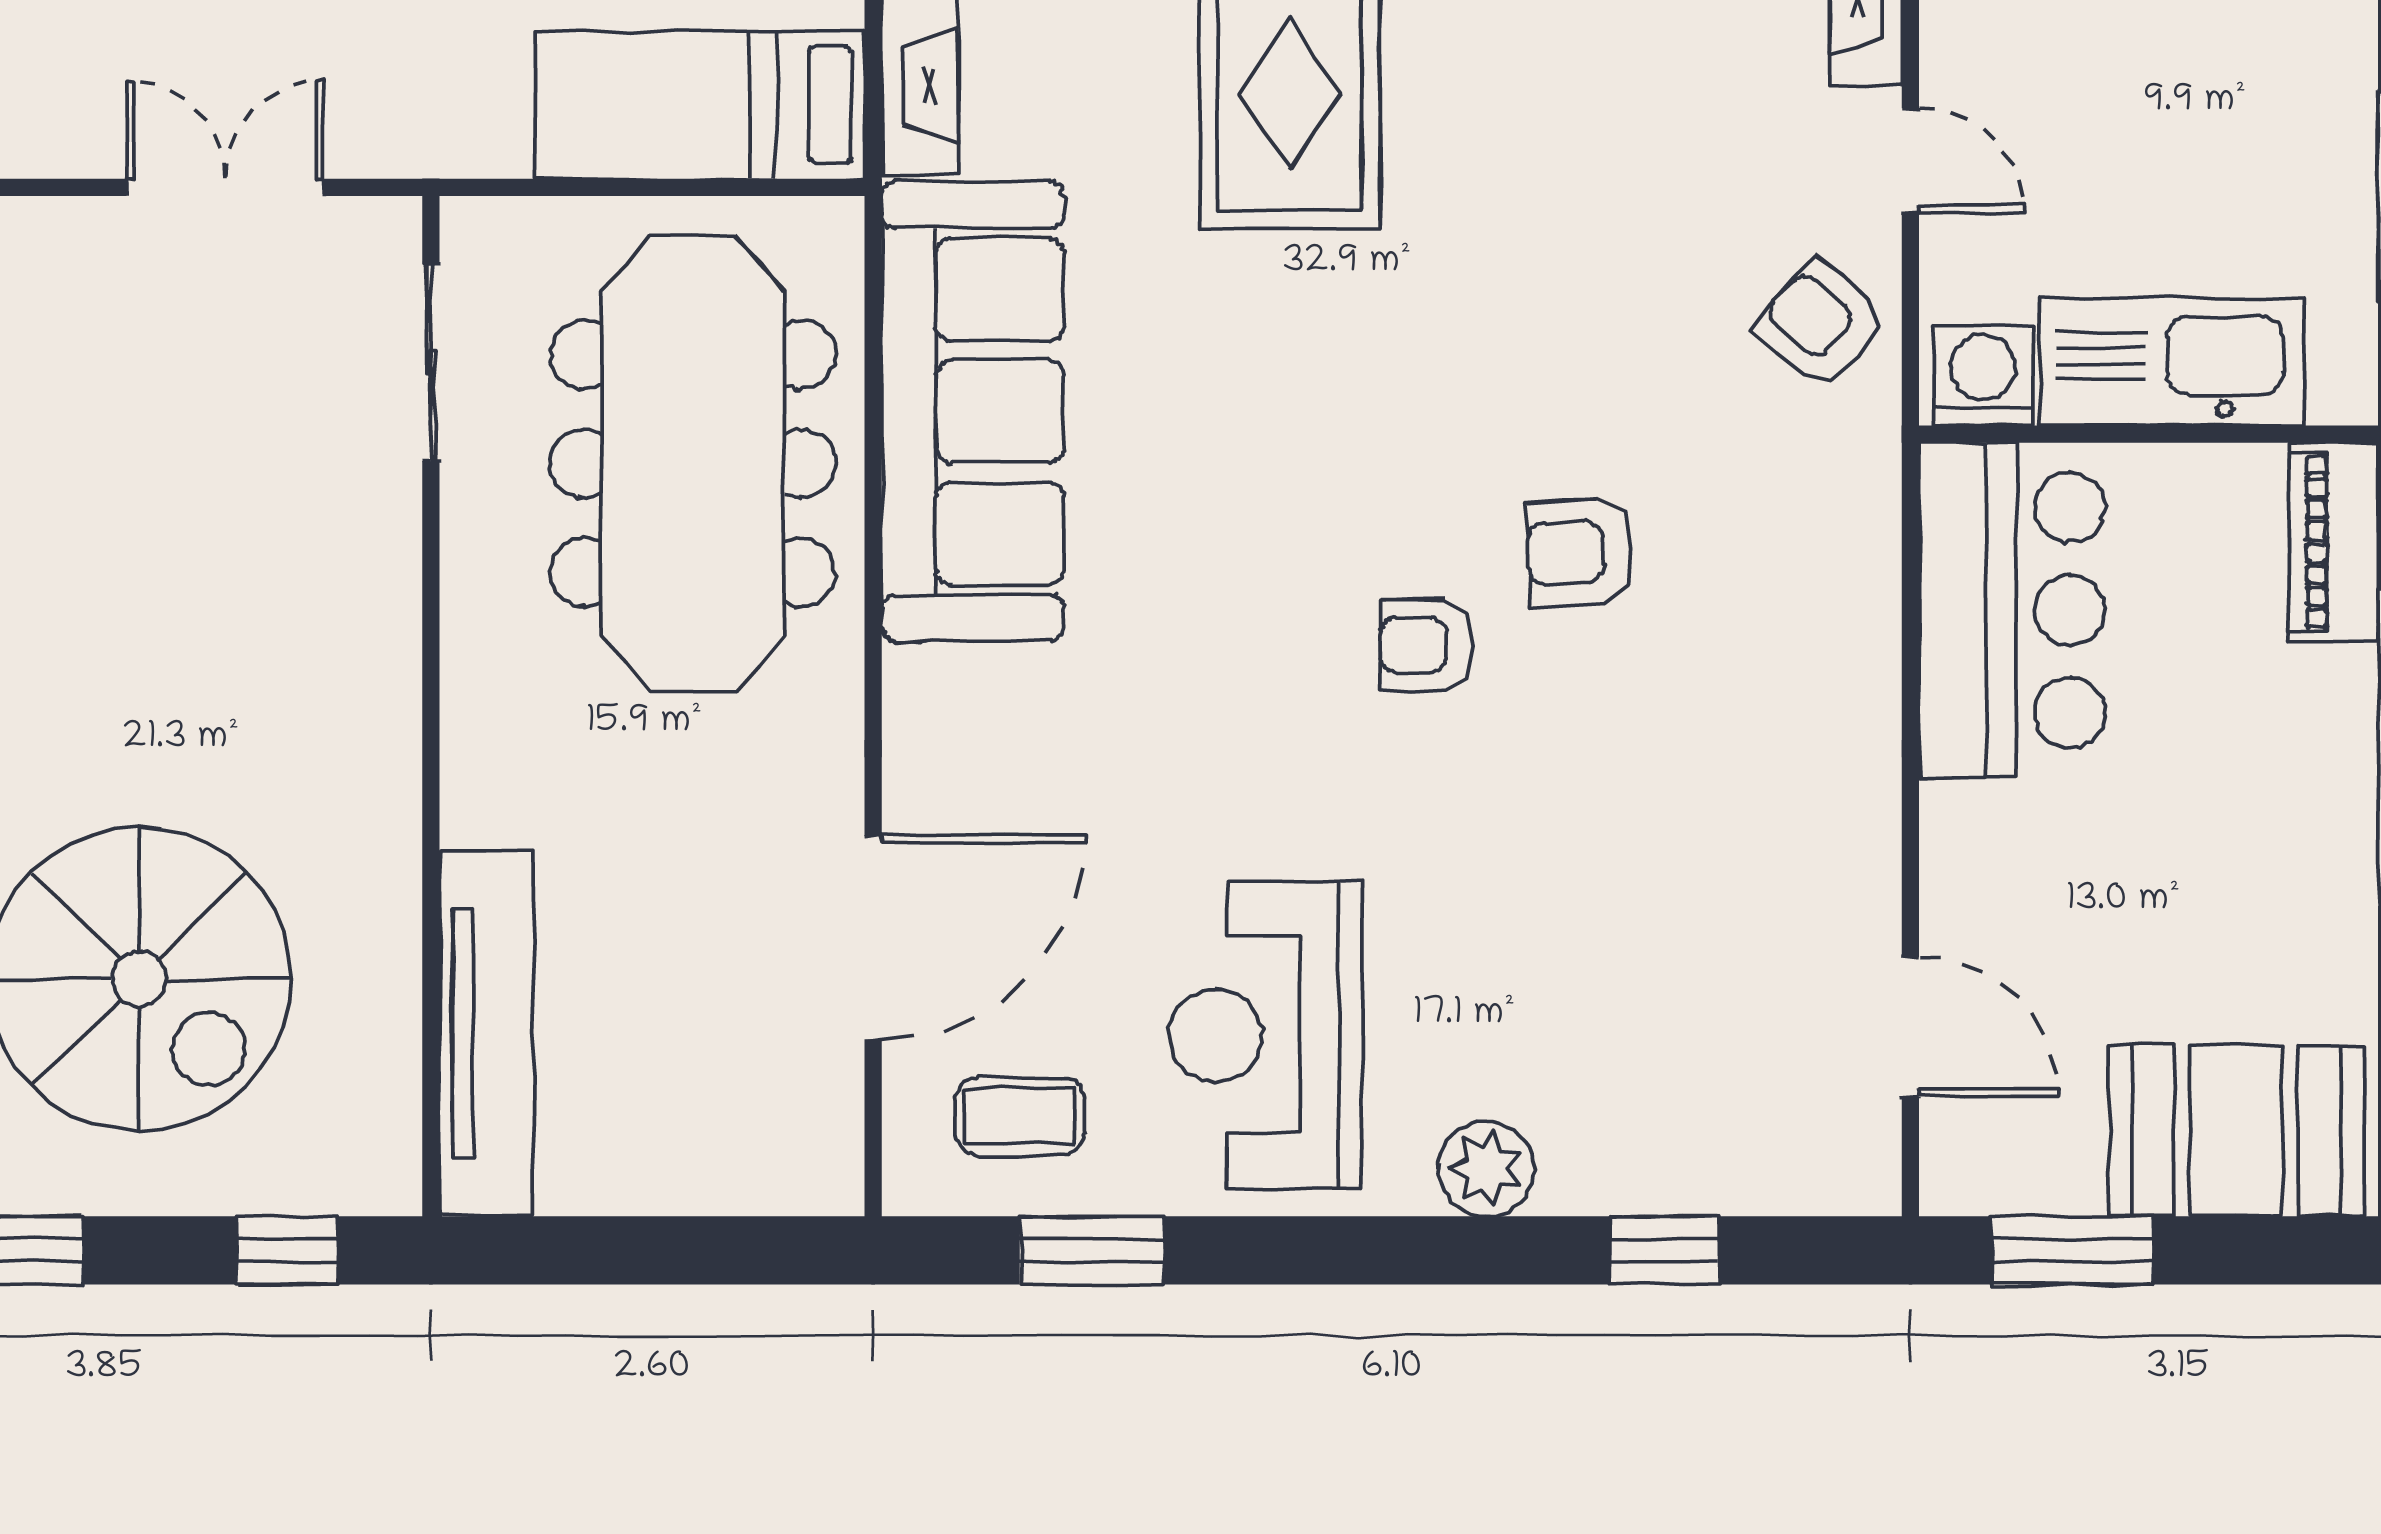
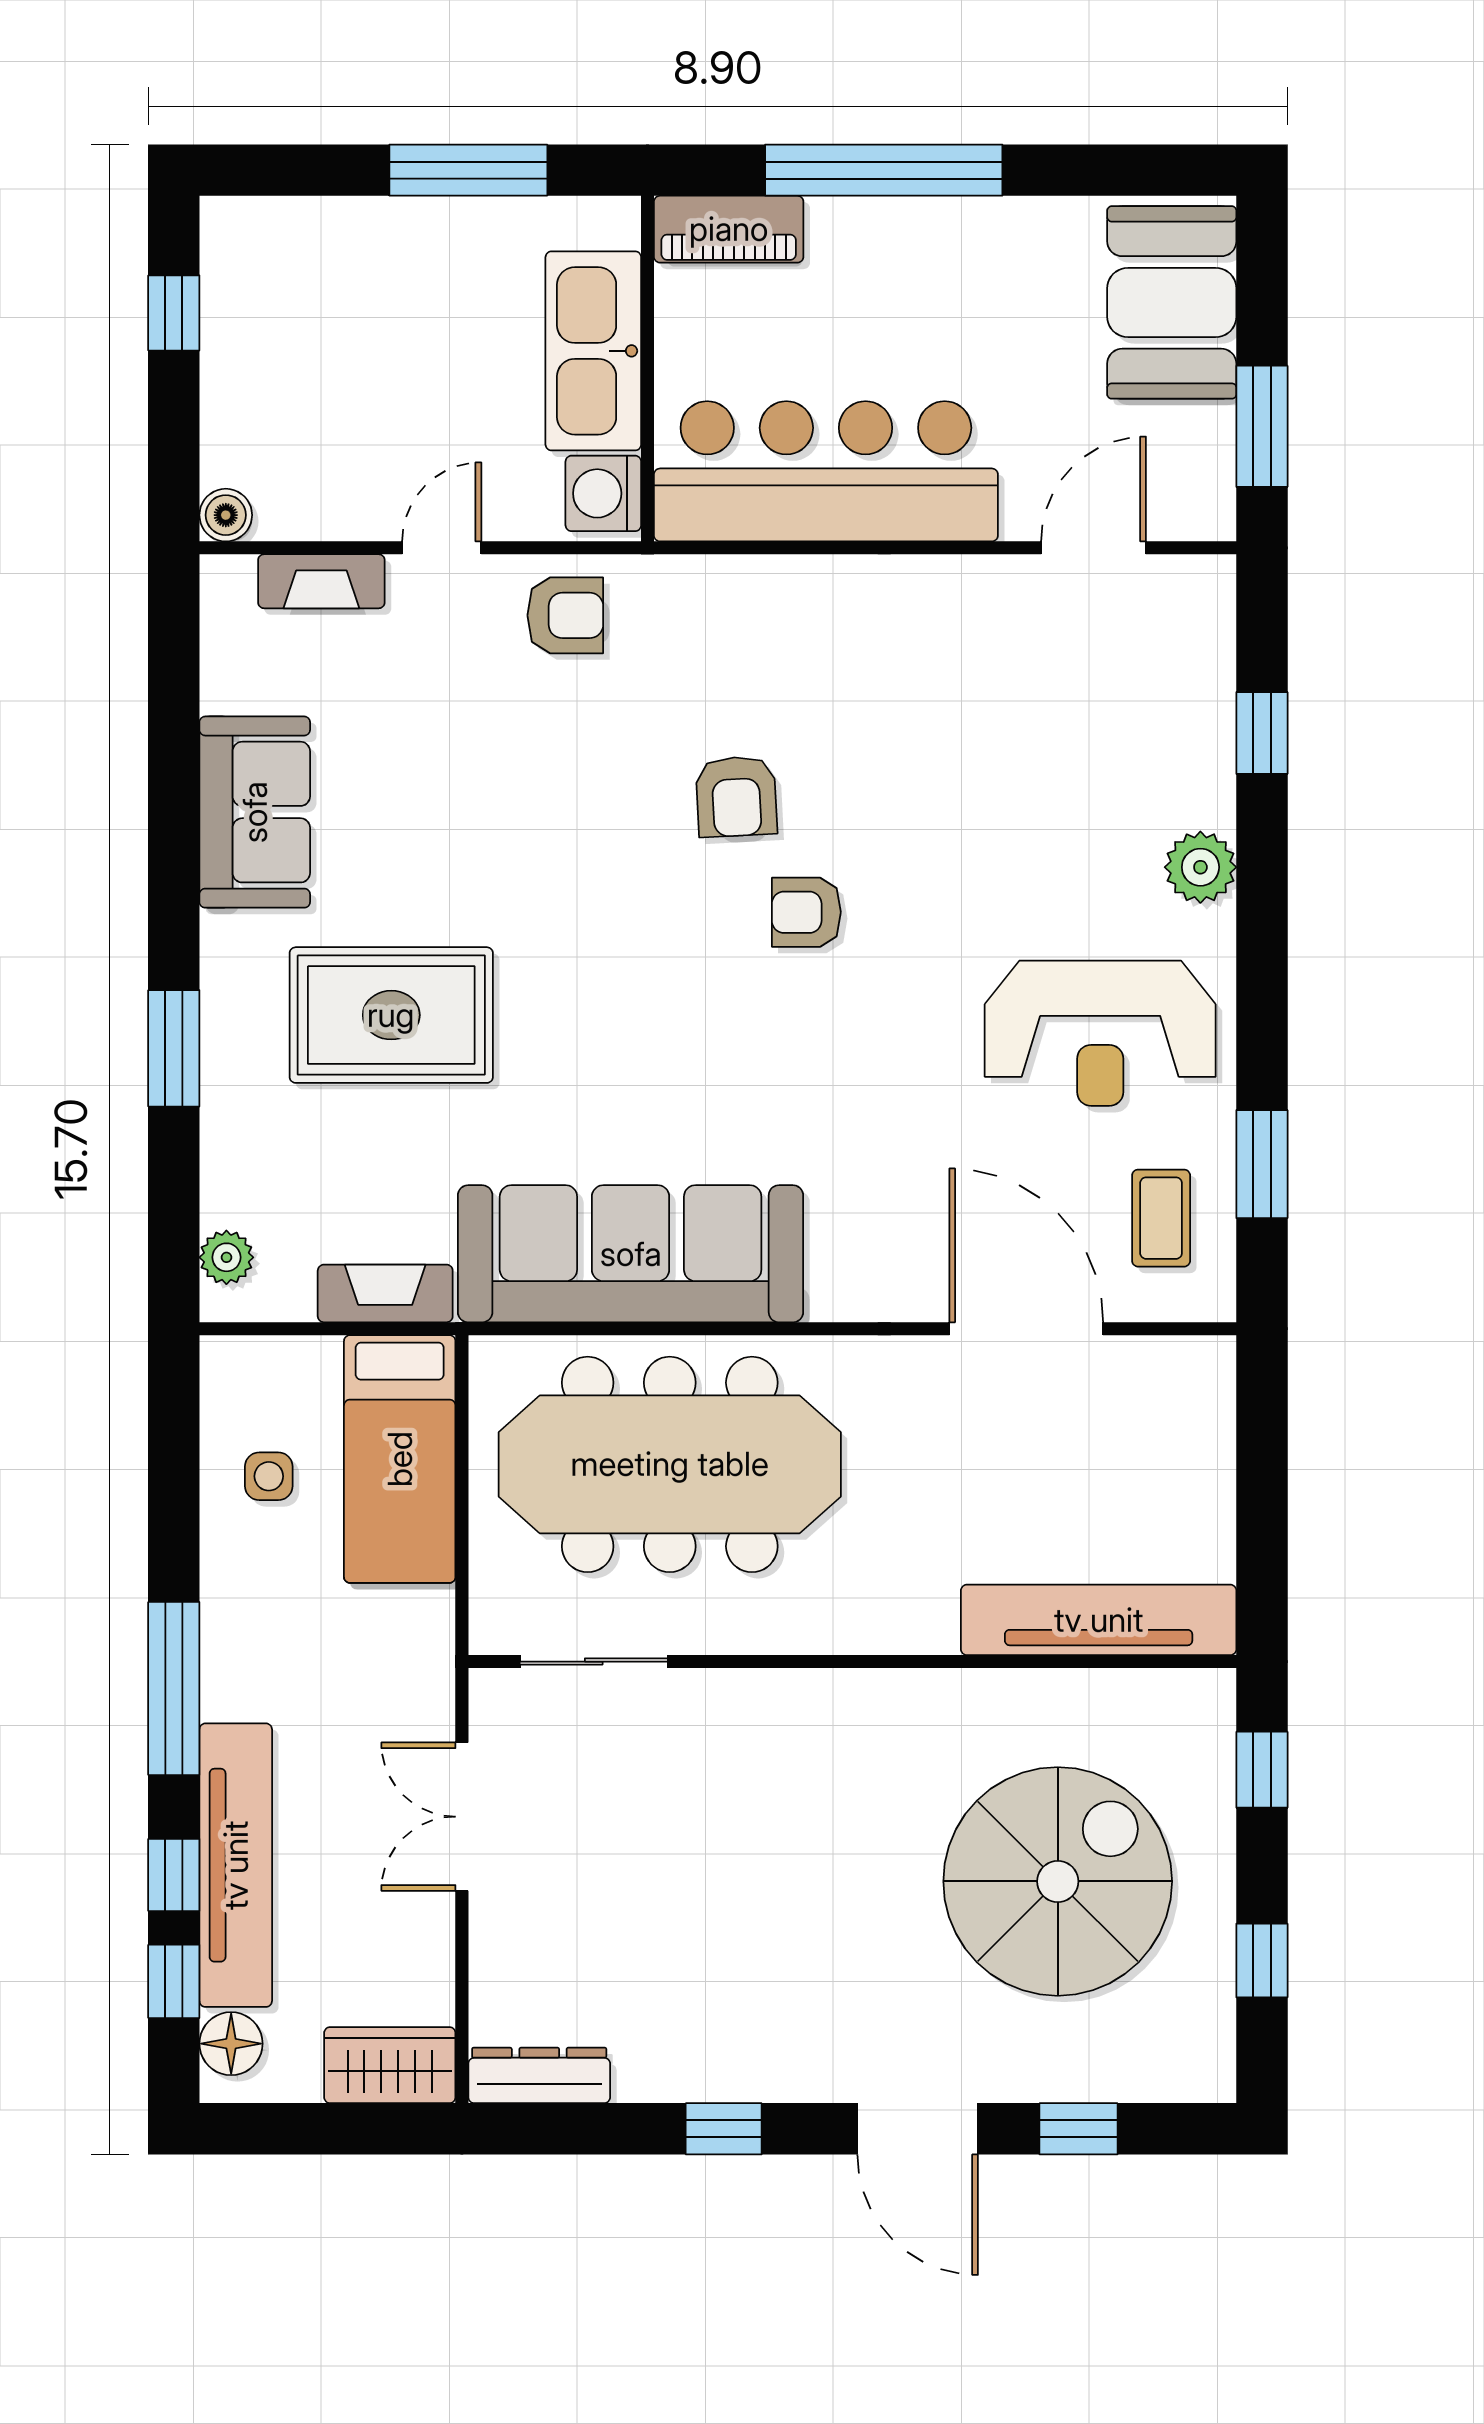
armchair: (1821, 325) -> (565, 615), turned -131
bar counter: (2012, 610) -> (826, 471), width x1.36
armchair: (1426, 645) -> (806, 912), turned 90

